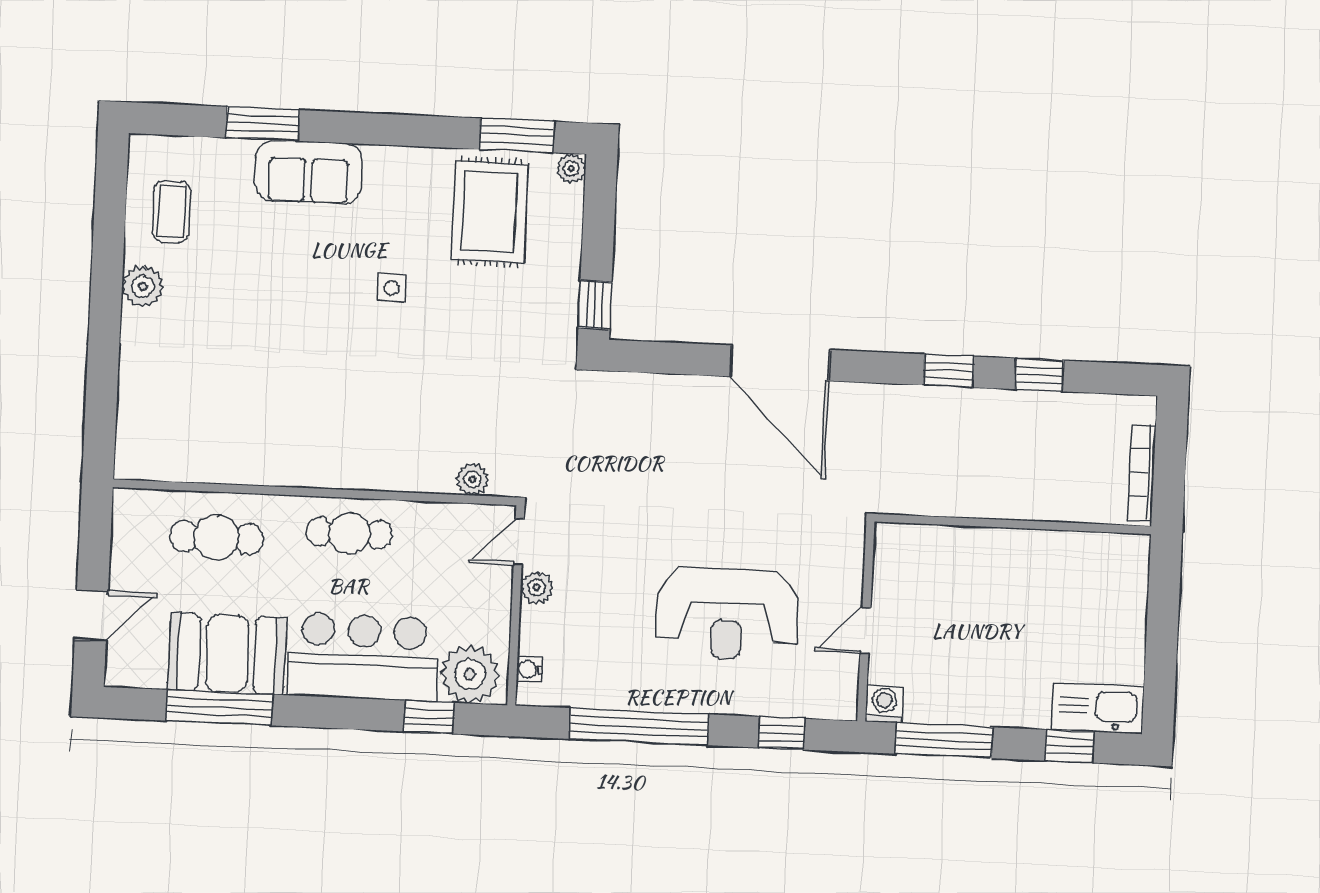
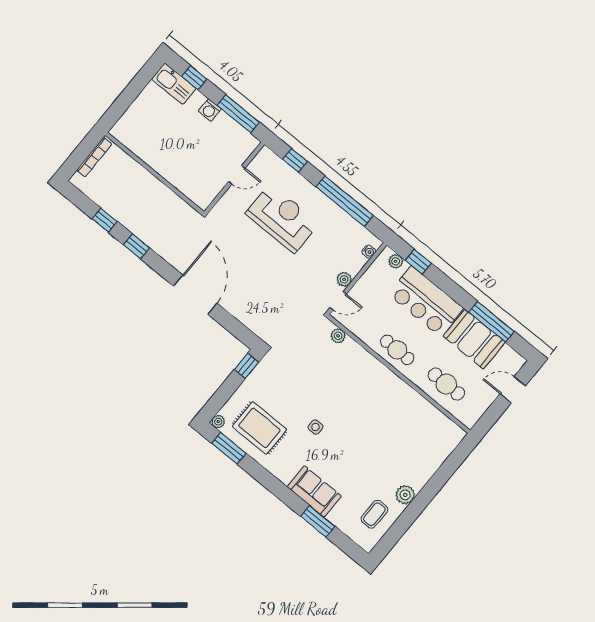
rug: (490, 212) -> (259, 428), turned 90
plant: (470, 674) -> (396, 261), width x0.53, depth x0.53
washing machine: (884, 704) -> (210, 110), moved

